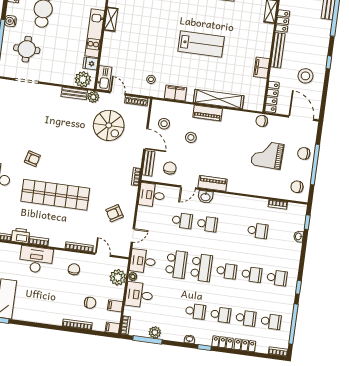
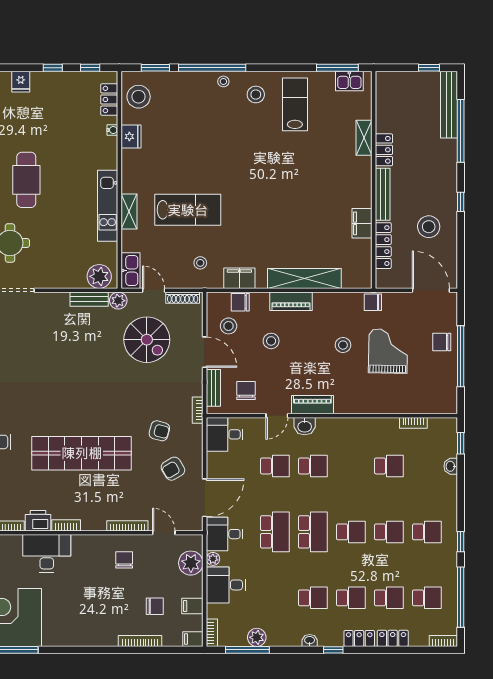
shelving: (111, 19) -> (129, 211), moved
lab bench: (201, 44) -> (188, 210), moved
fridge: (90, 63) -> (107, 251), removed
locker: (272, 97) -> (383, 246), moved
stool: (238, 147) -> (343, 345), added
grand piano: (267, 155) -> (388, 351), turned 89
armchair: (32, 159) -> (159, 431), moved
chair: (297, 187) -> (240, 302), moved
door: (133, 235) -> (205, 498), width x1.88
desk: (36, 260) -> (47, 553), moved

